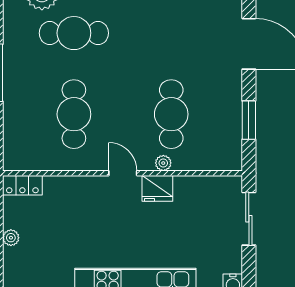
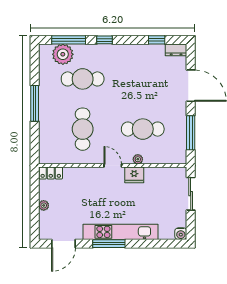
cafe table: (171, 114) -> (143, 129), turned 90
window: (249, 120) -> (191, 133), width x1.44

